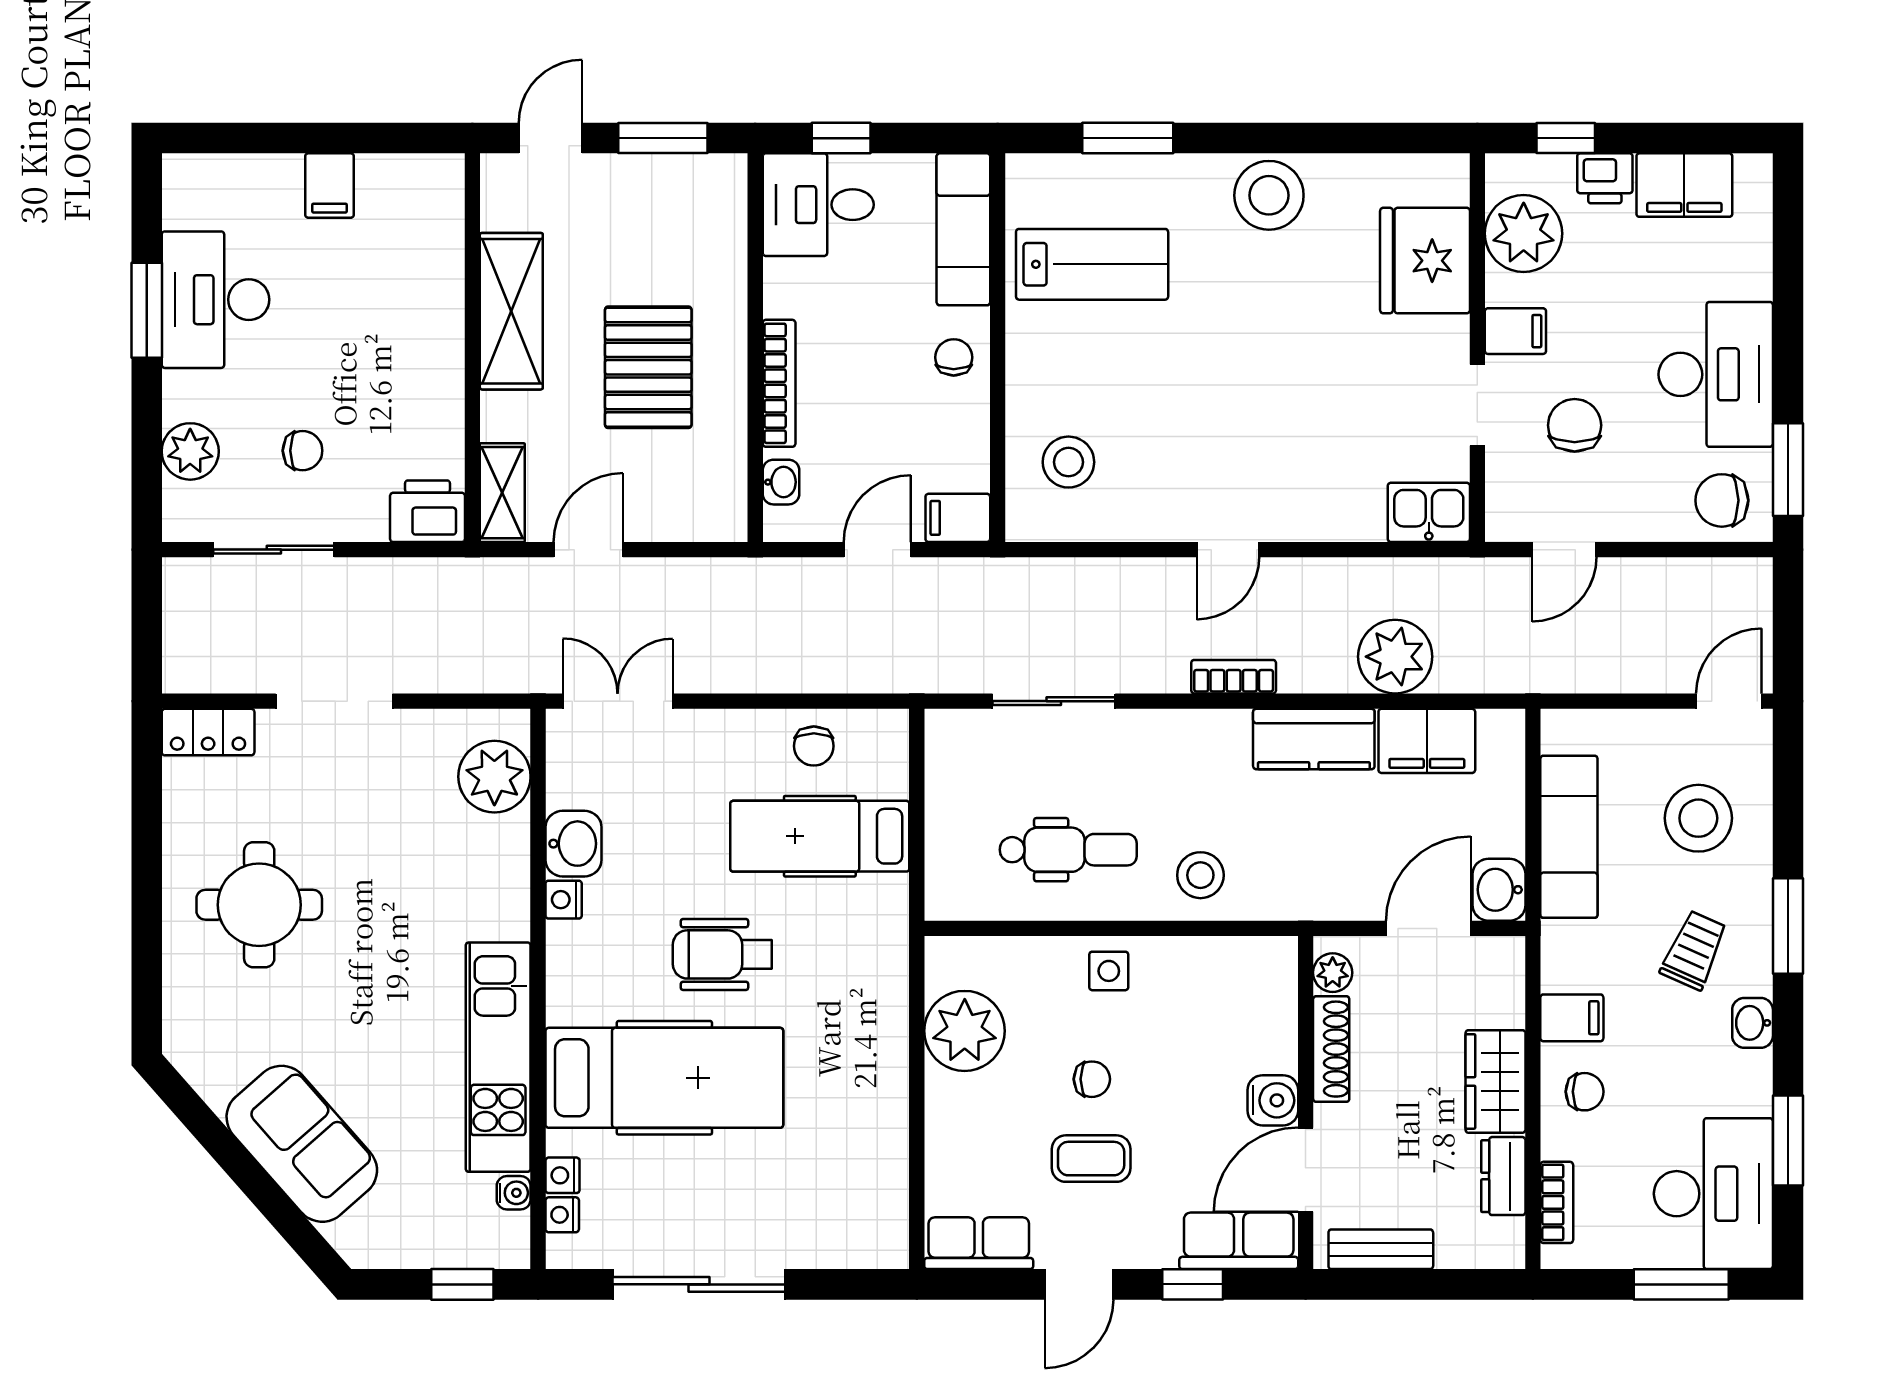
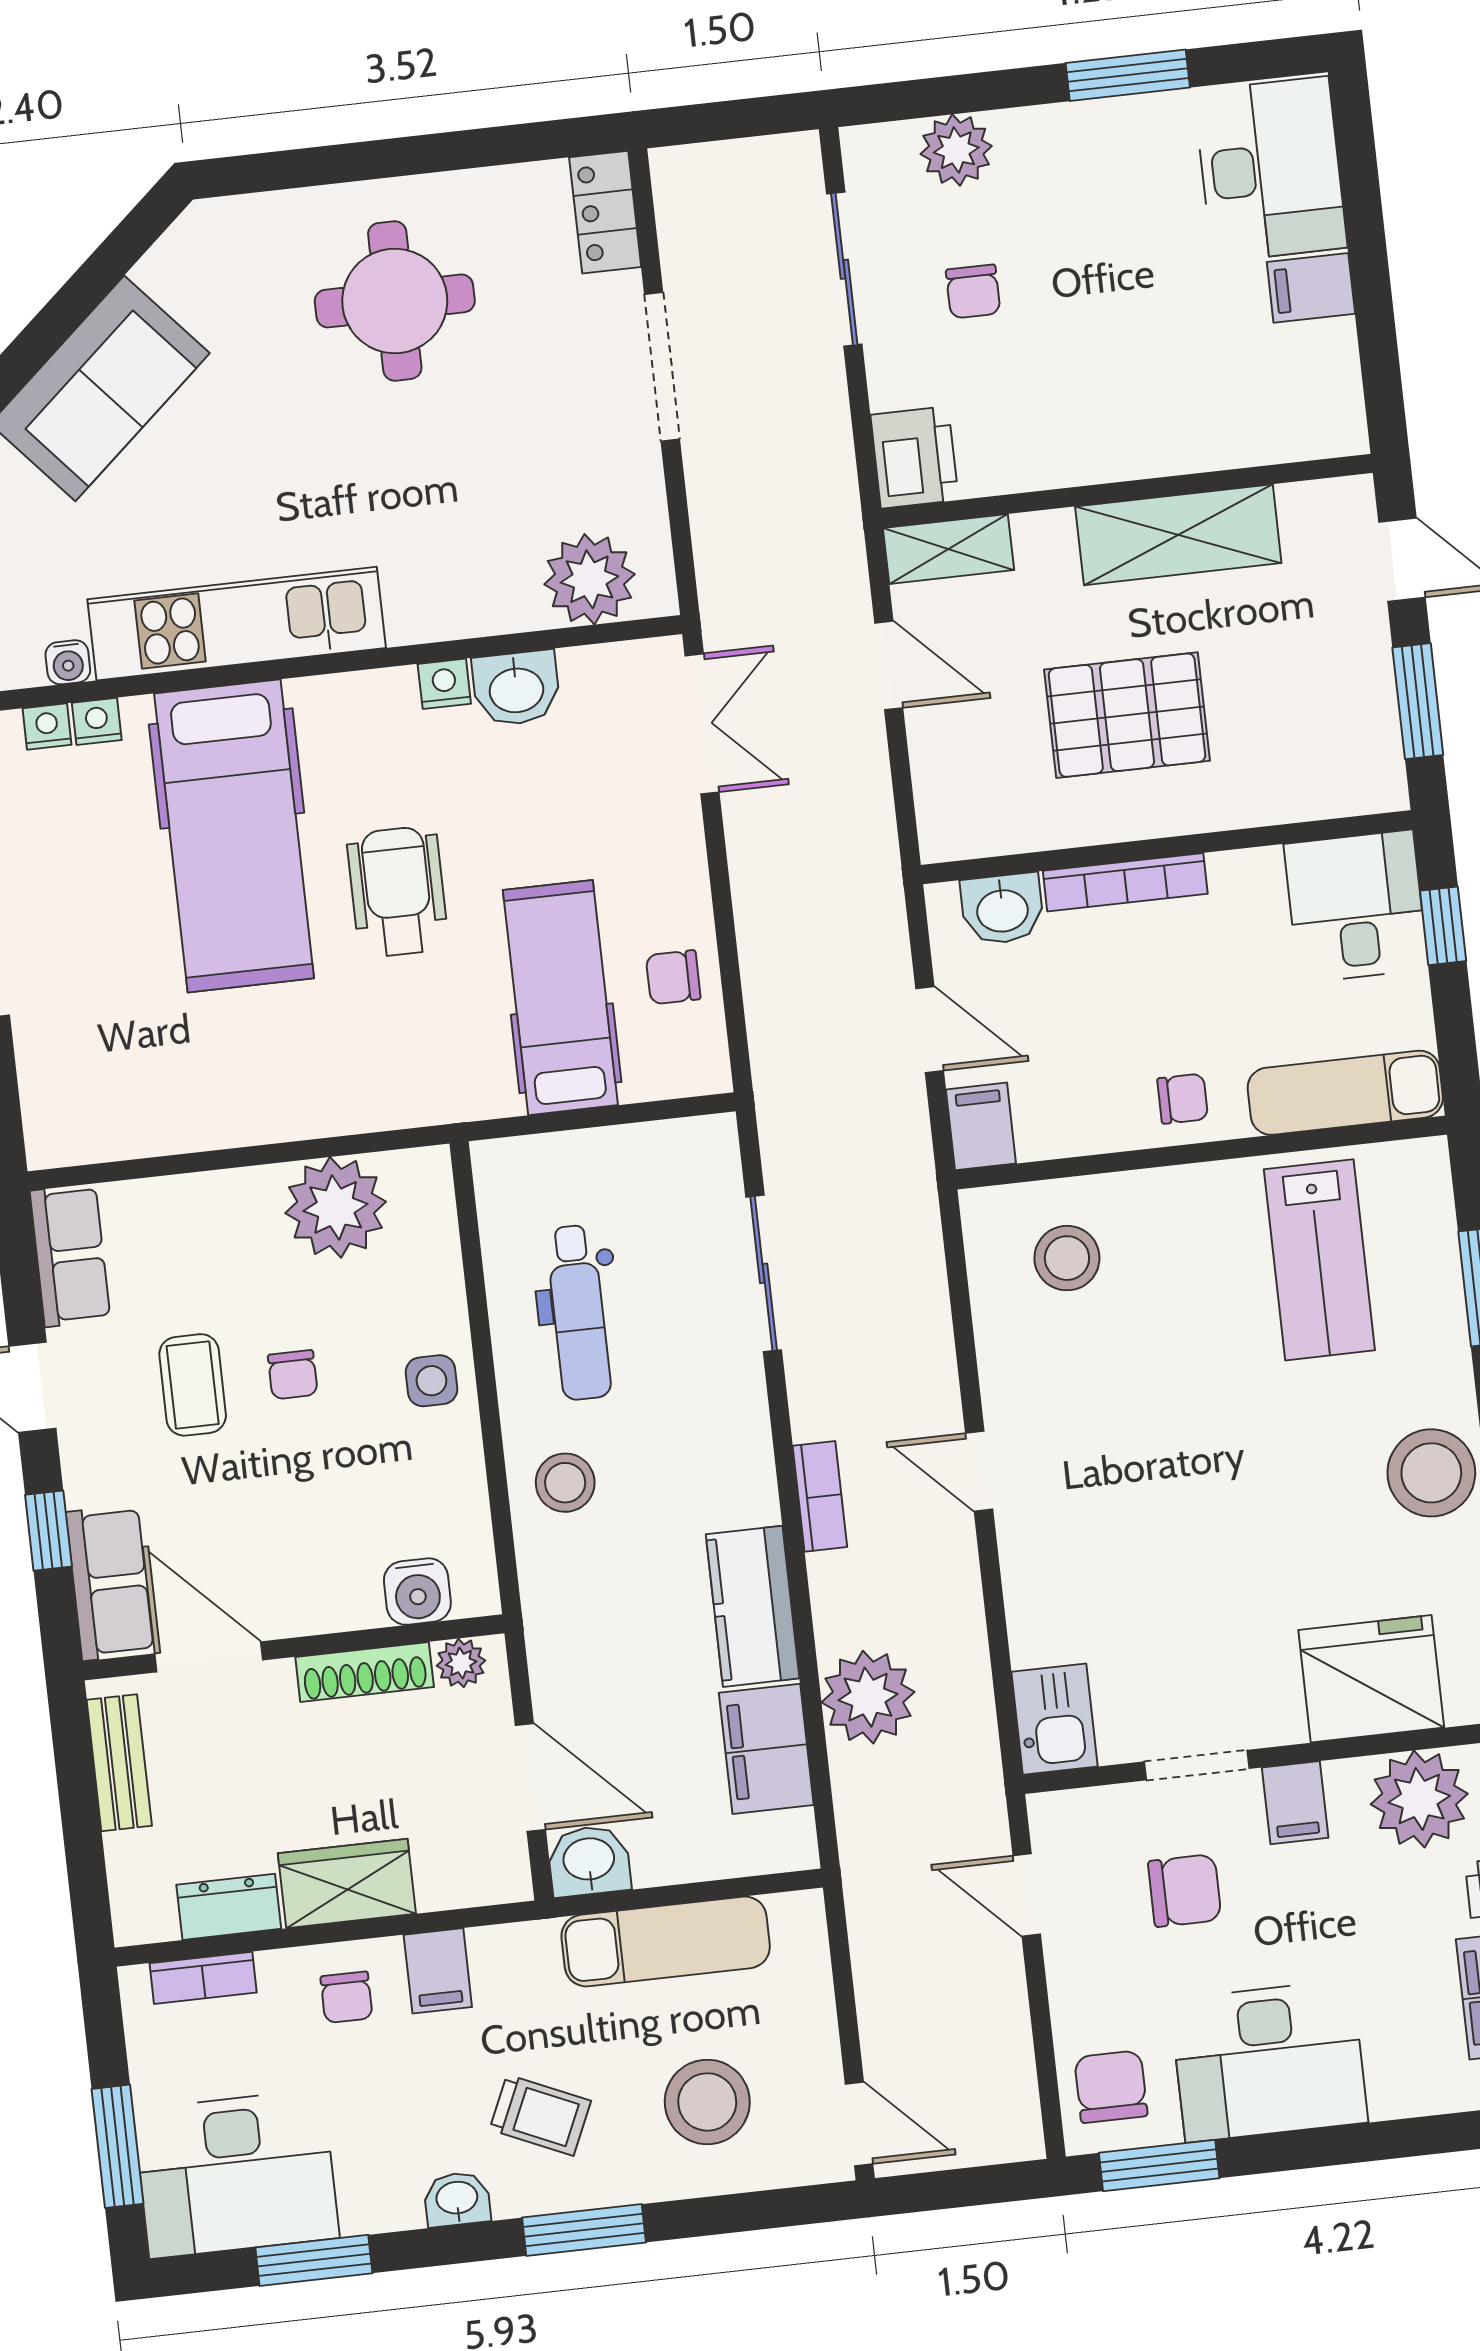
desk: (216, 300) -> (1270, 169), moved, turned 90
washbasin: (781, 482) -> (1002, 909), width x1.38, depth x1.45
water cooler: (1273, 1100) -> (417, 1592), moved

